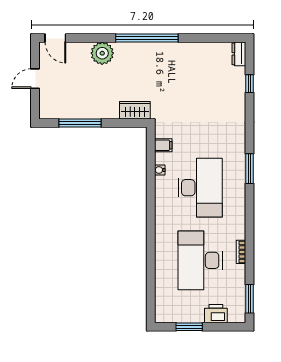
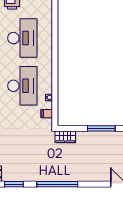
window: (213, 38) -> (14, 184), added
plant: (102, 53) -> (87, 174), removed
desk: (200, 188) -> (22, 86), turned 180

